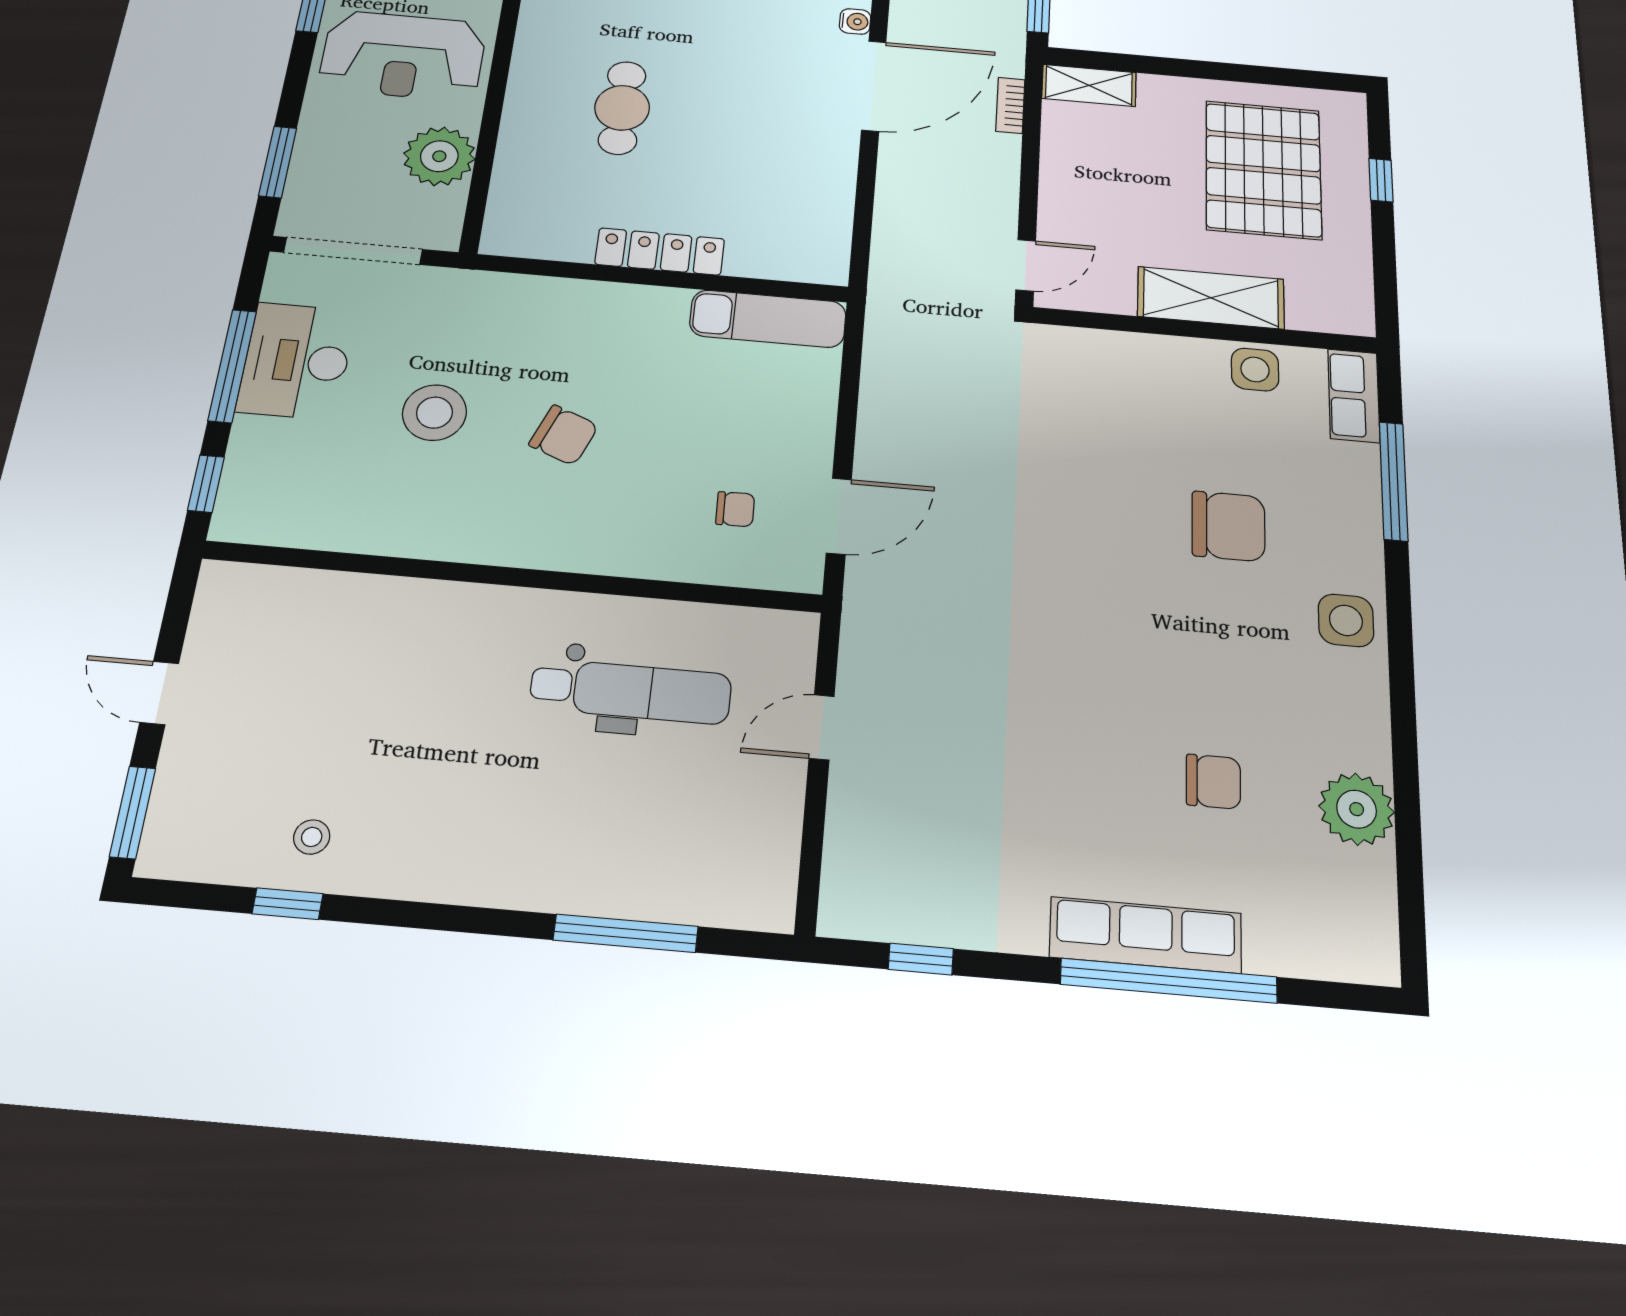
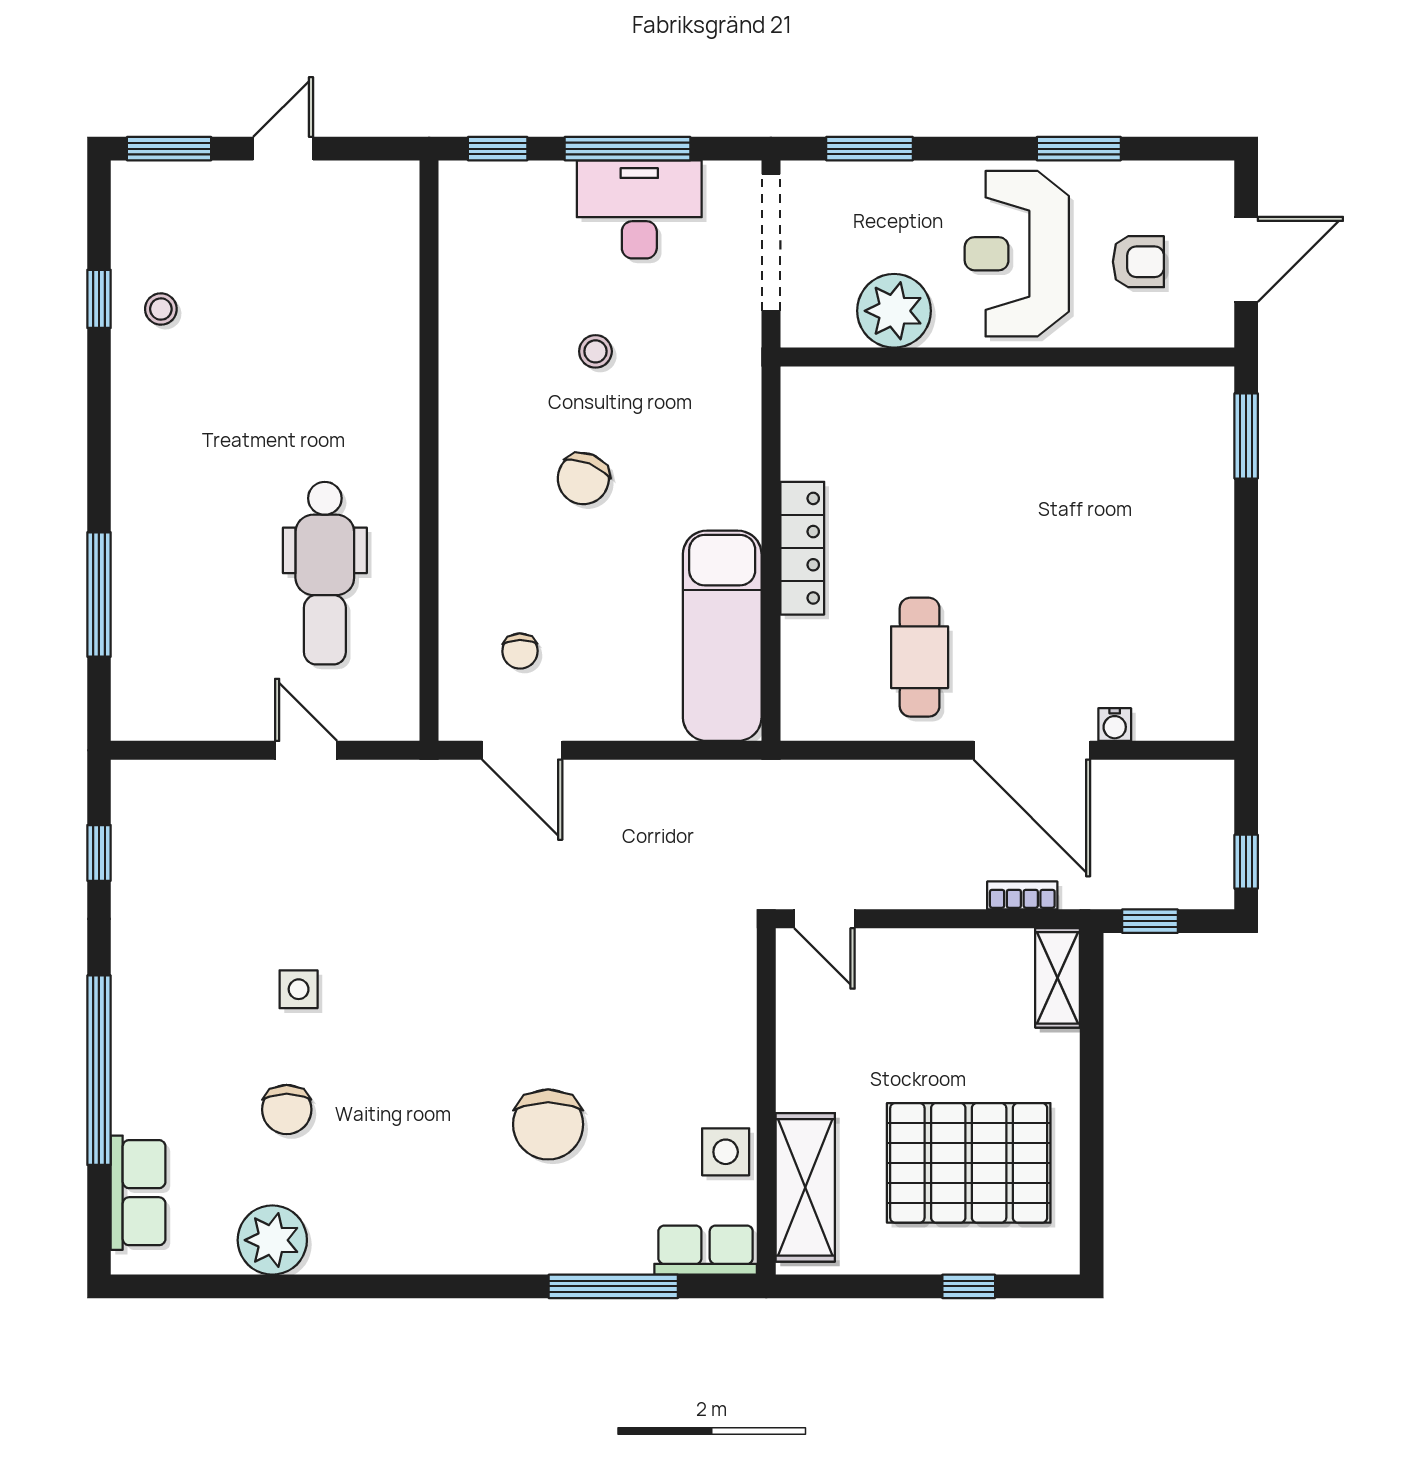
cafe table: (622, 108) -> (920, 657), moved, turned 90
shelving: (1211, 298) -> (805, 1187), moved
exam couch: (768, 319) -> (722, 636), width x1.36, depth x1.45
stool: (434, 413) -> (595, 351), width x0.53, depth x0.53
side table: (1346, 620) -> (299, 989), moved, width x0.73, depth x0.73
row of seats: (1146, 935) -> (138, 1193), moved, width x0.68

